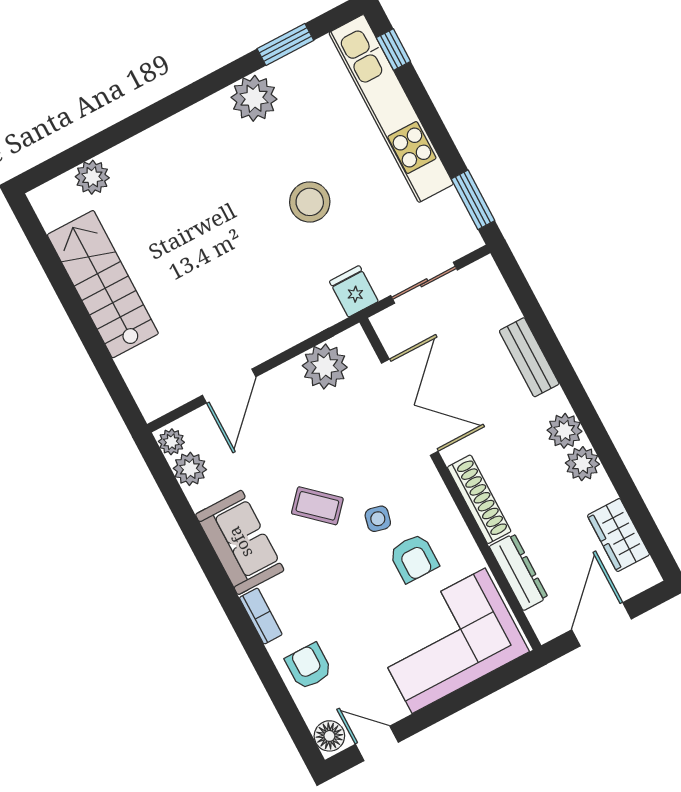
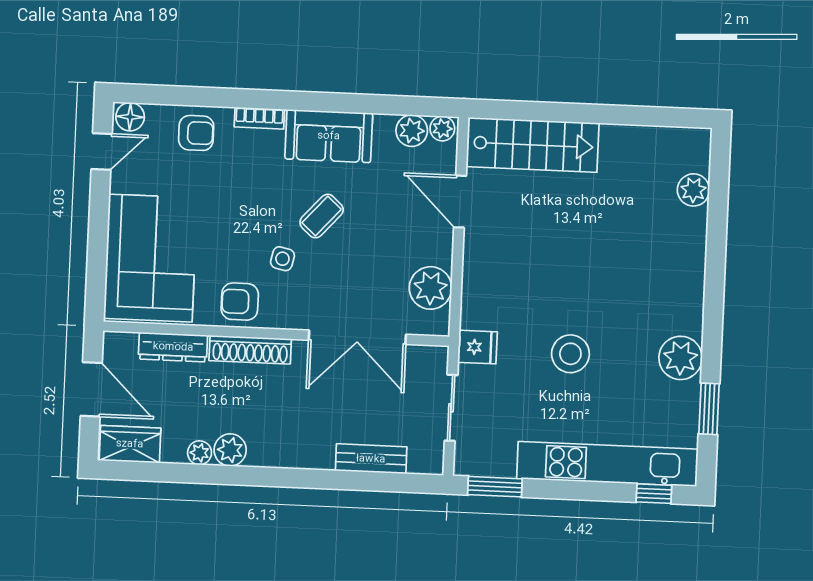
stairs: (103, 284) -> (533, 145), moved
bench: (529, 357) -> (371, 459), moved
plant: (565, 431) -> (200, 453), moved, width x0.73, depth x0.73
wardrobe: (618, 535) -> (130, 444), moved
armchair: (414, 558) -> (240, 302), moved

